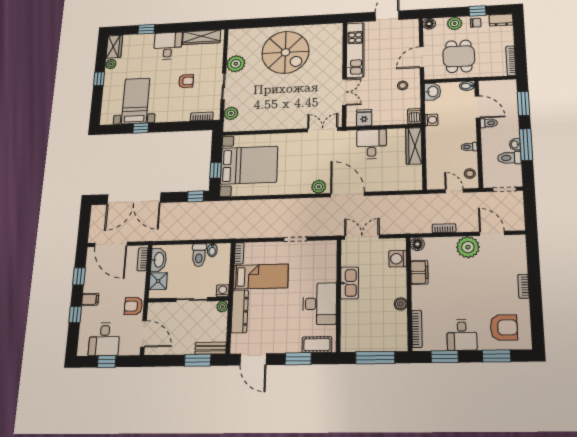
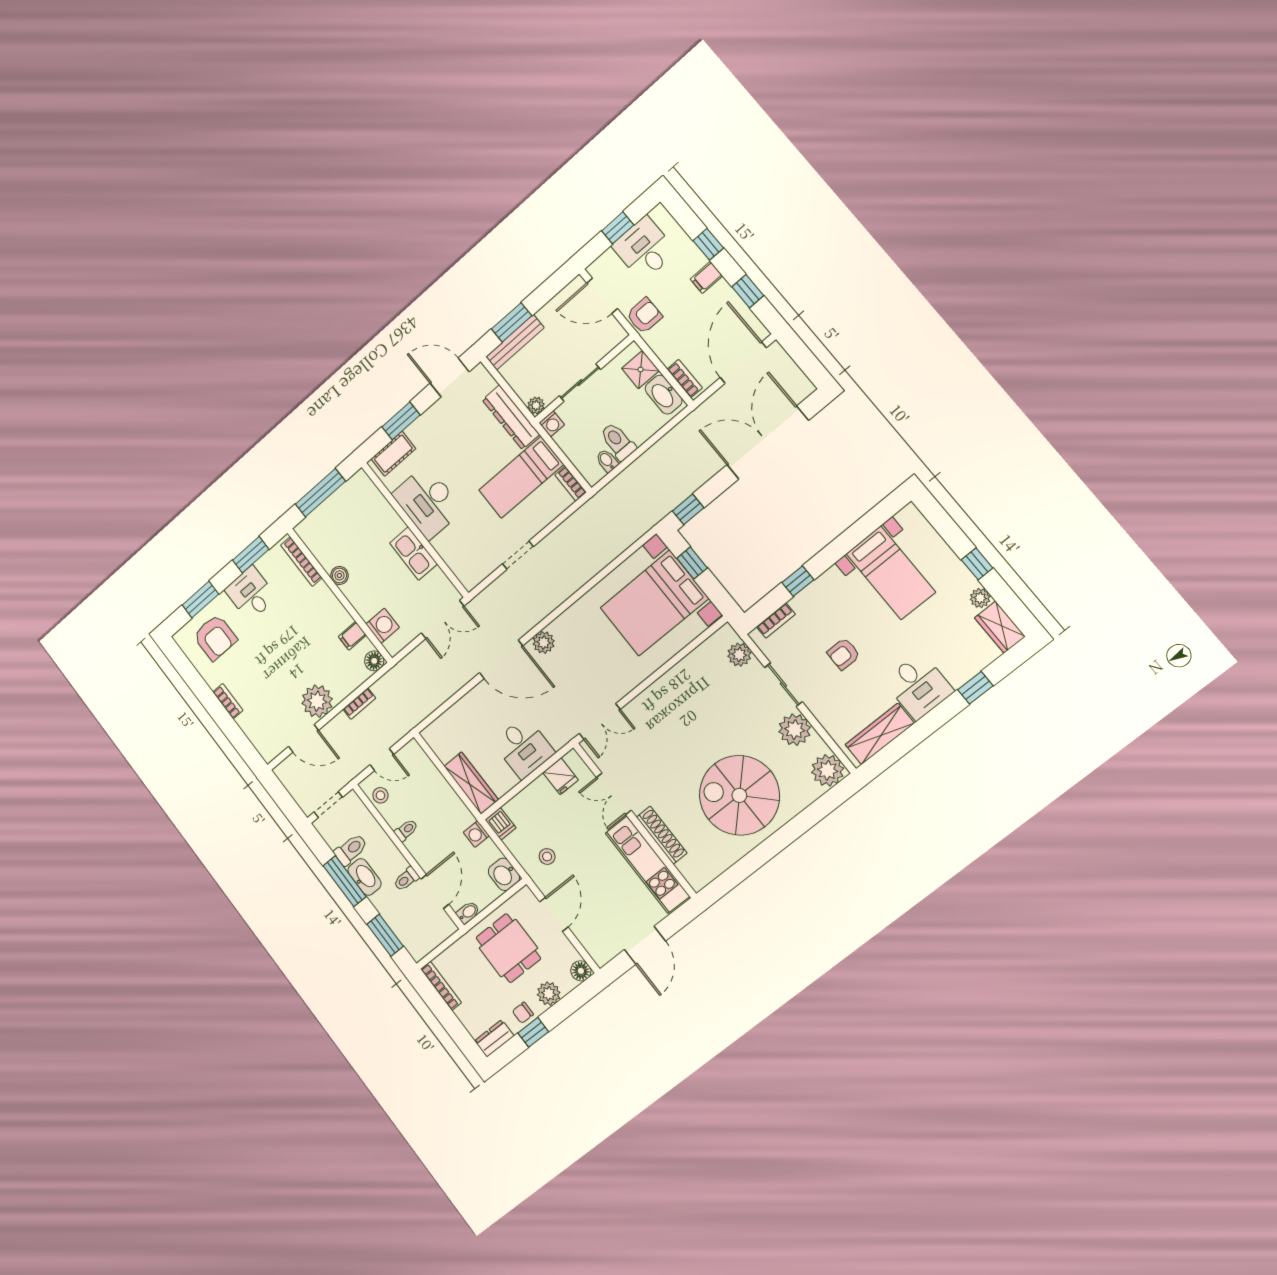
plant: (237, 37) -> (828, 770), added
shoe rack: (337, 59) -> (662, 835), added
door: (477, 107) -> (435, 892), swing flipped
window: (141, 128) -> (798, 581), moved
washbasin: (515, 144) -> (365, 877), width x1.91, depth x1.45
door: (111, 244) -> (743, 363), hinge flipped
filing cabinet: (419, 272) -> (352, 636), width x0.50
armchair: (504, 327) -> (215, 637), turned -90
bench: (211, 348) -> (515, 342), width x1.36

